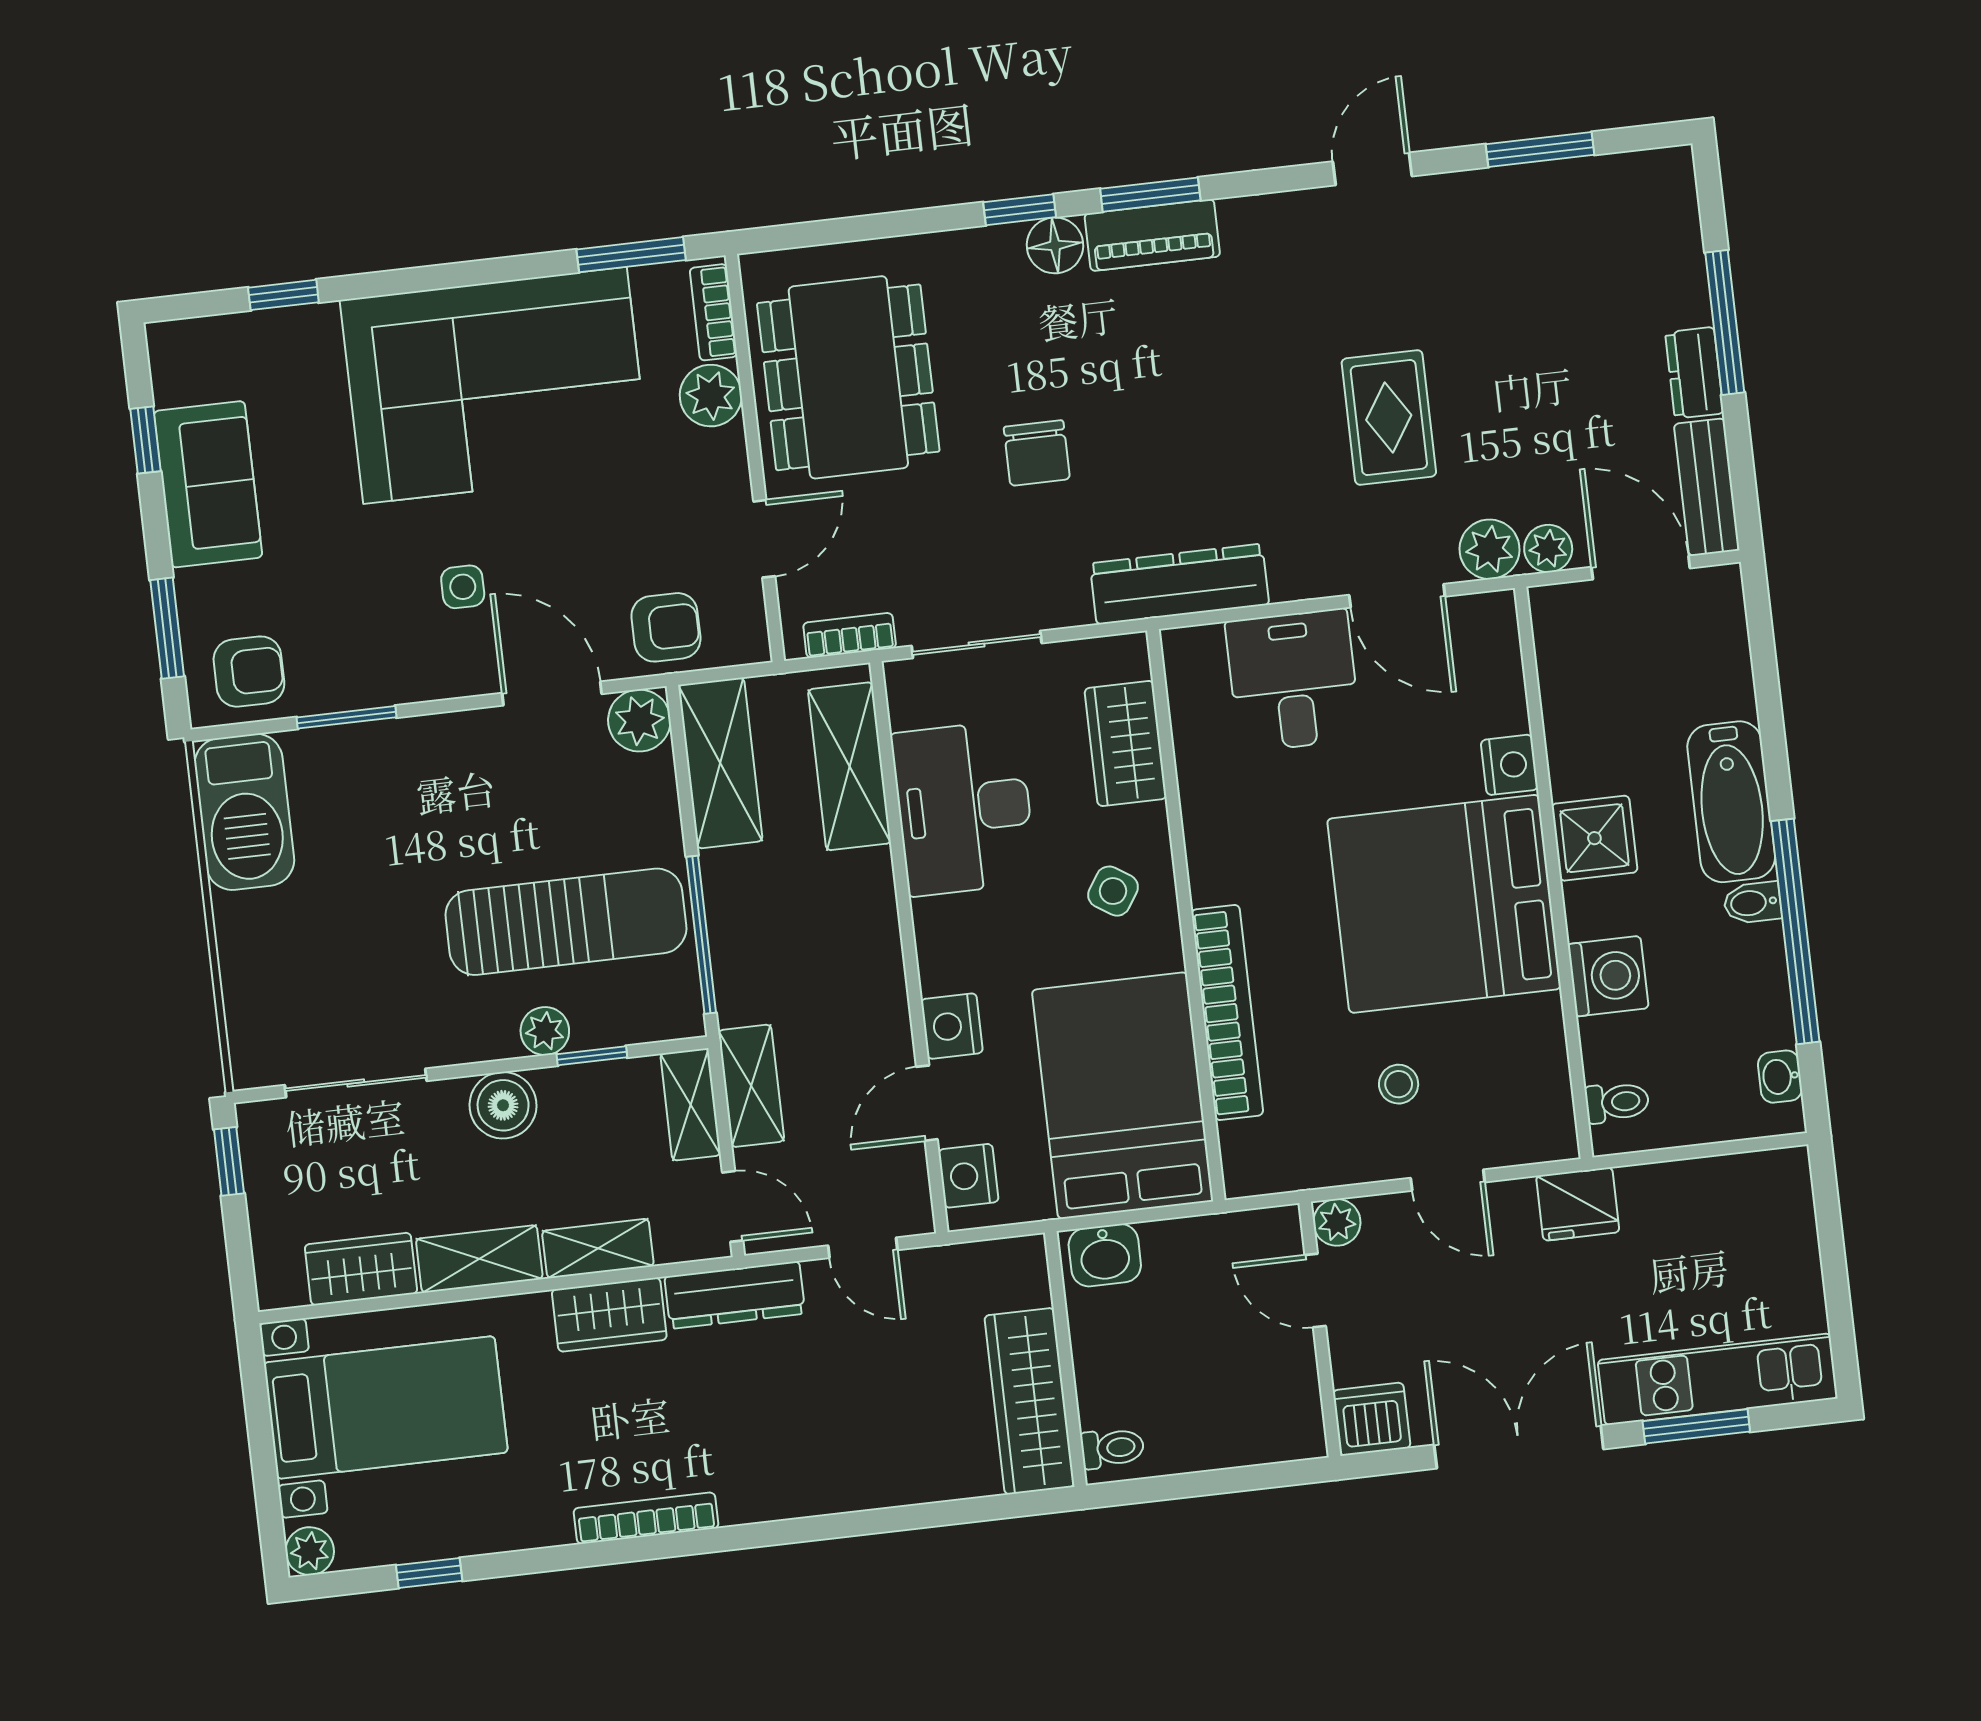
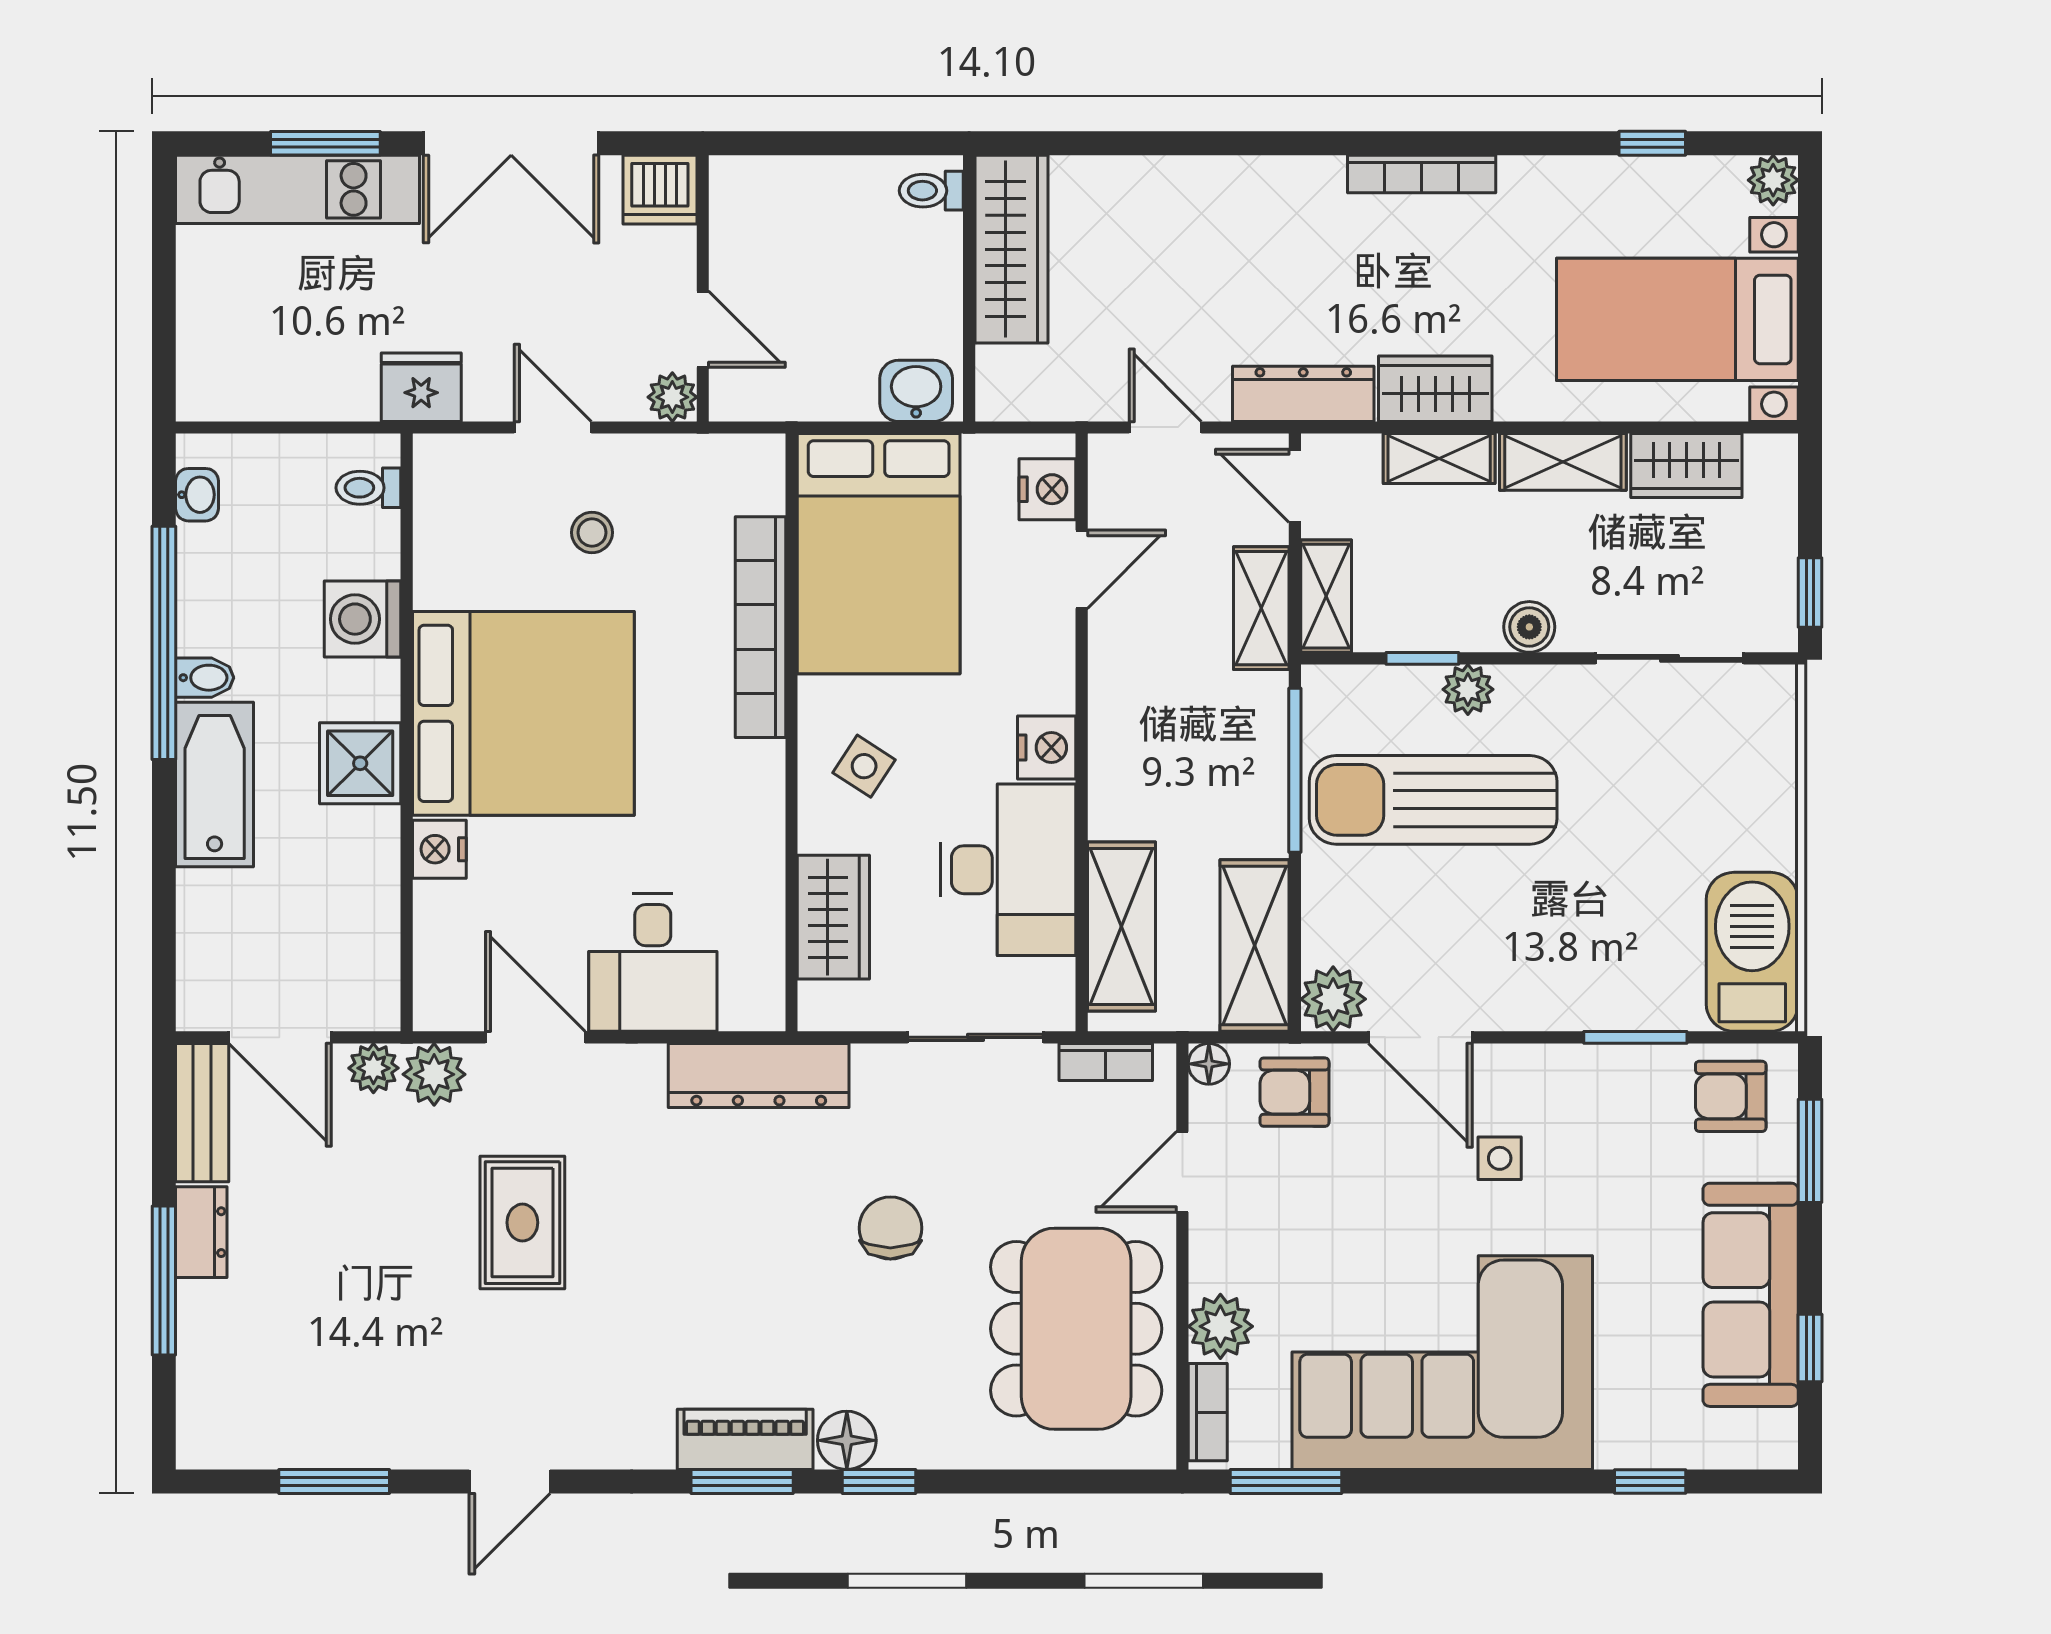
sofa: (208, 484) -> (1751, 1295), width x1.36
floor lamp: (751, 645) -> (1209, 1064), added
nightstand: (952, 1026) -> (1047, 748), moved
boiler: (503, 1105) -> (1529, 627), width x0.73, depth x0.73

